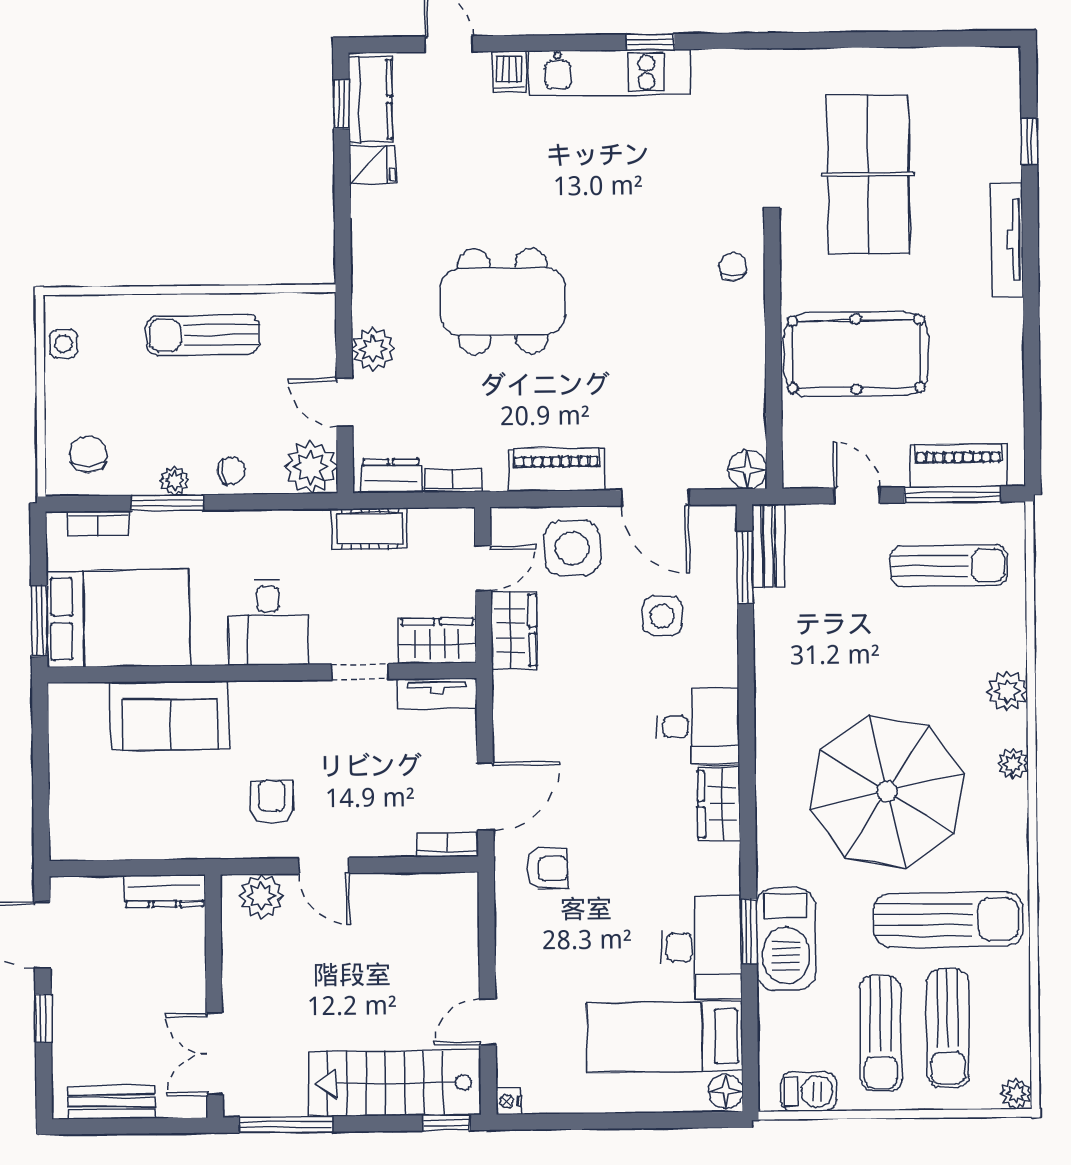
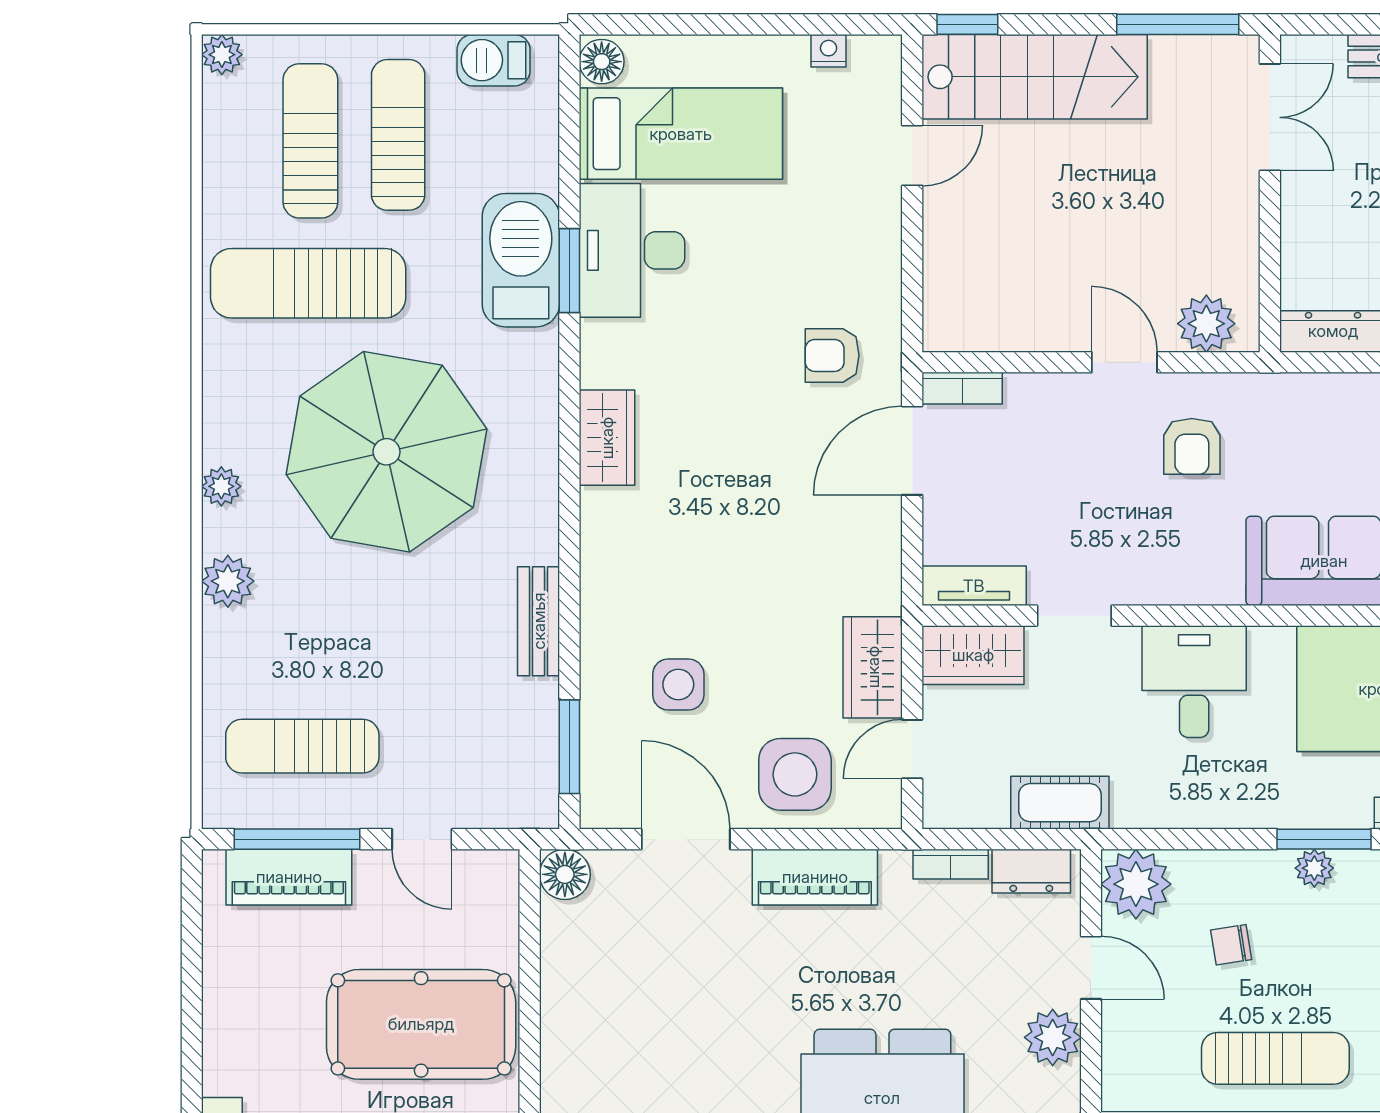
chair: (231, 471) -> (1231, 945), moved
bench: (768, 546) -> (539, 621), moved
desk: (698, 727) -> (633, 539), removed
nightstand: (509, 1101) -> (829, 51), moved, turned -90

